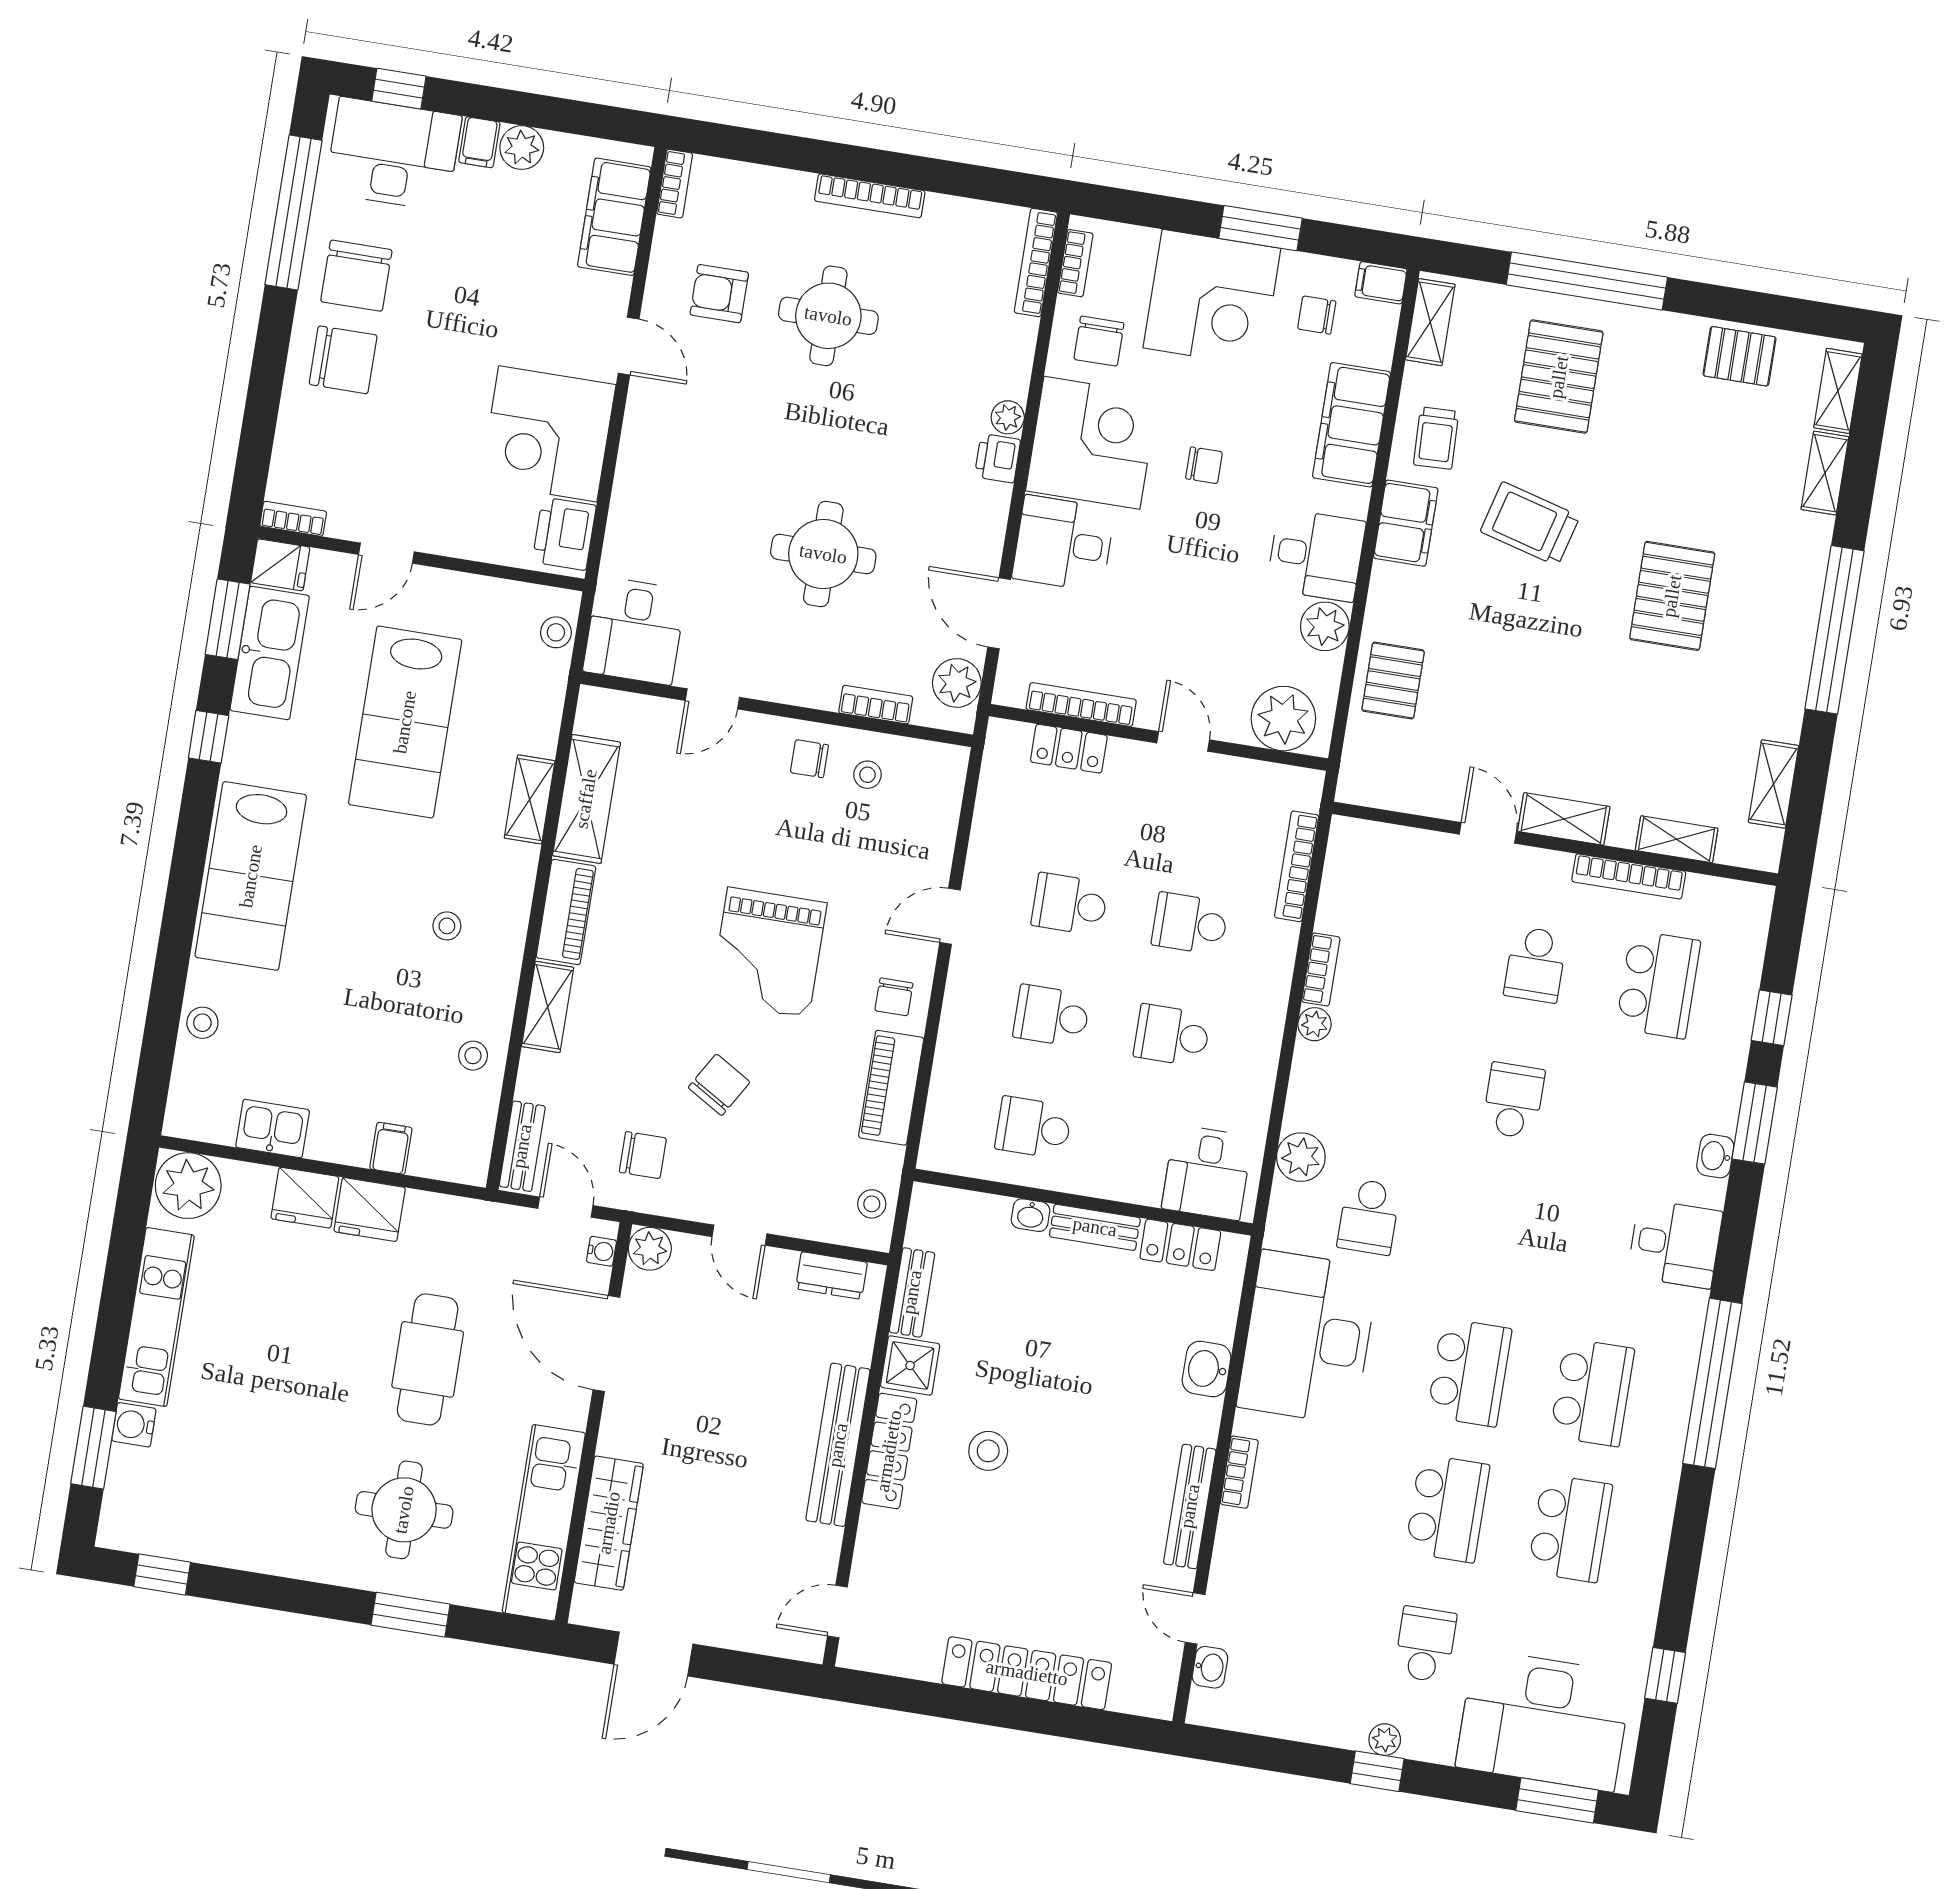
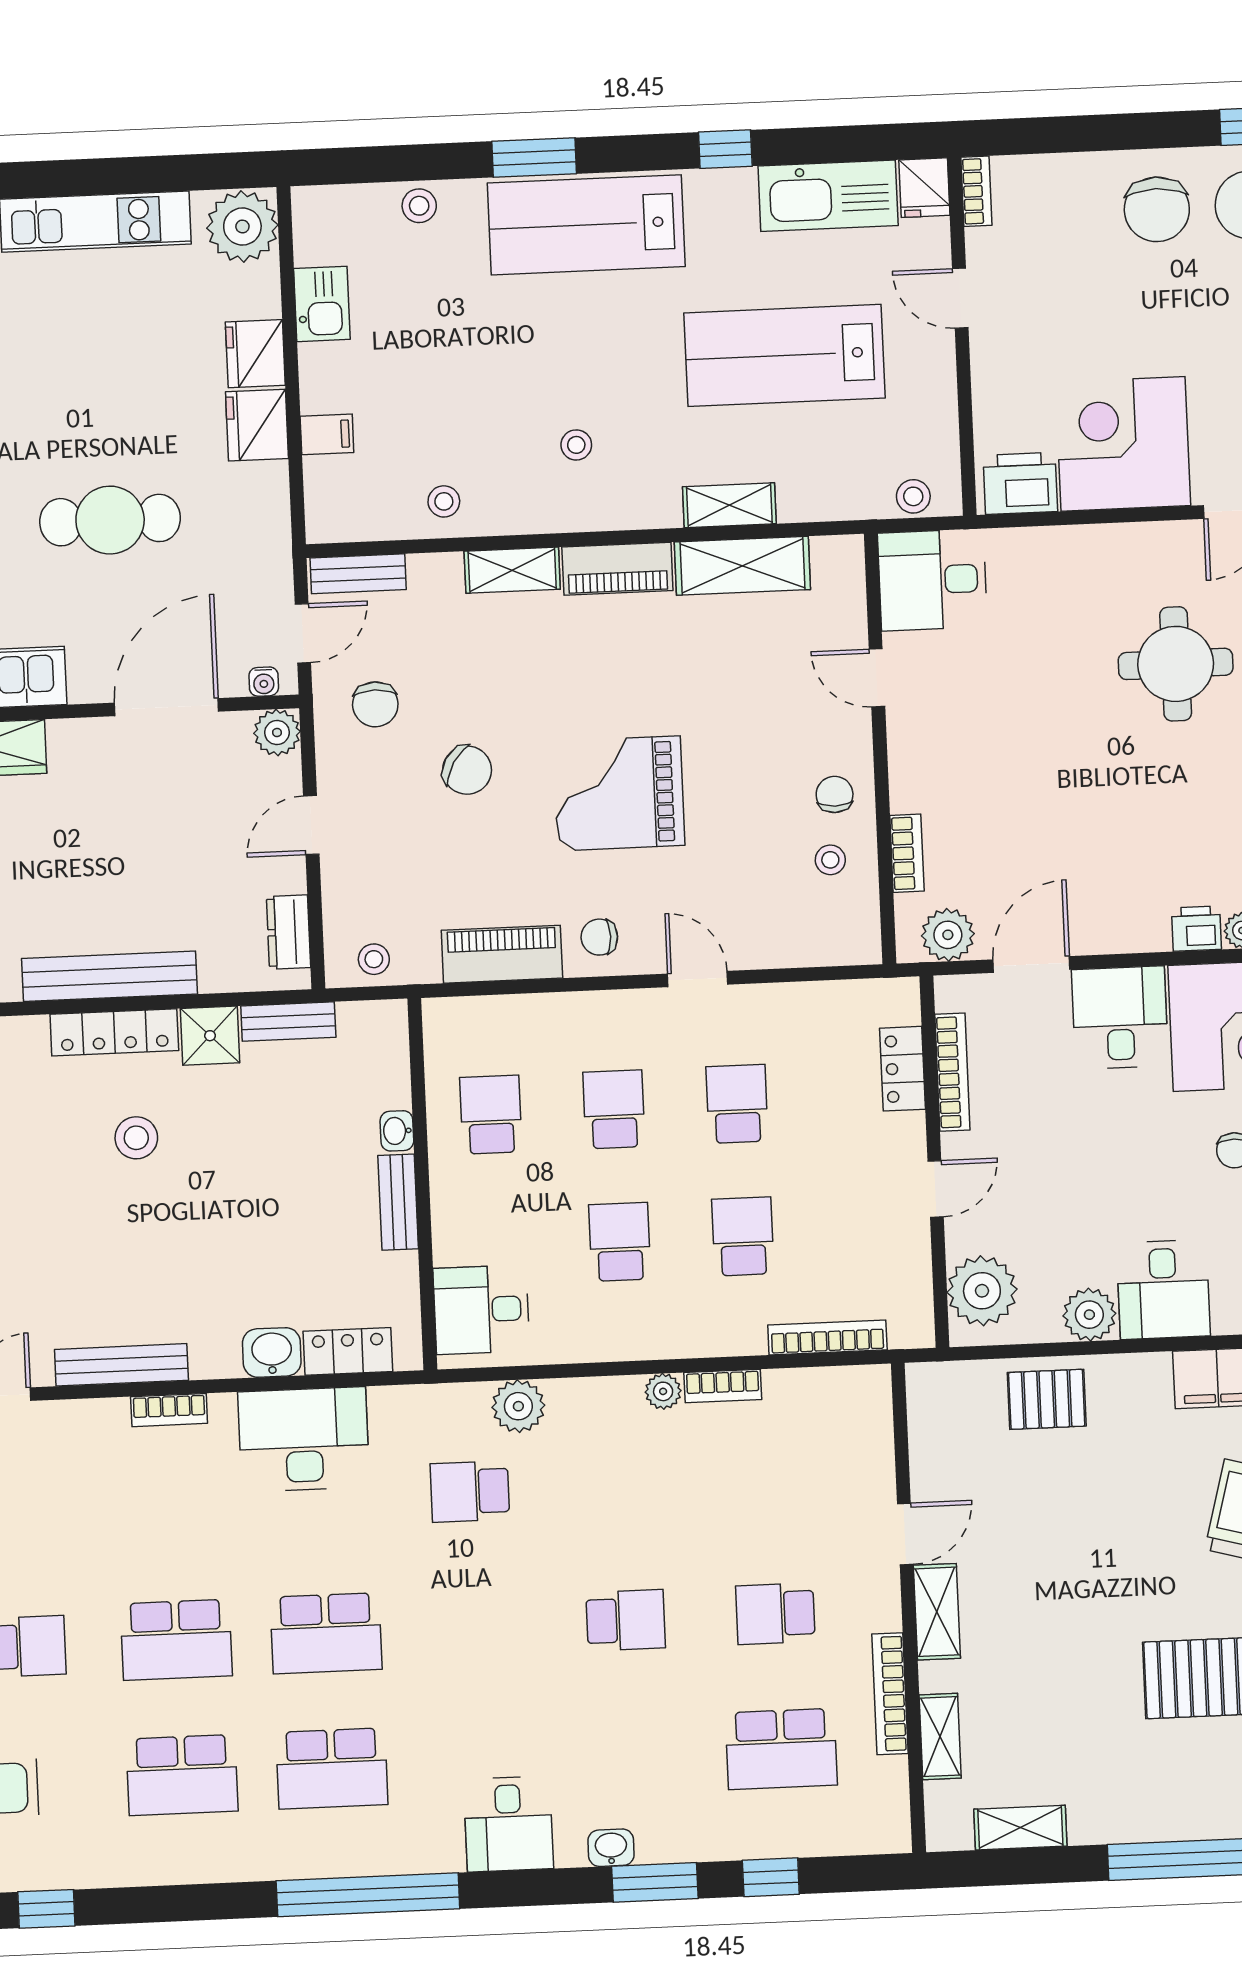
round table: (823, 554) -> (1176, 664), moved
window: (228, 619) -> (534, 158), moved
locker: (1180, 1245) -> (348, 1351), moved, turned 90
desk: (1308, 1337) -> (304, 1439), width x0.73, depth x0.77

